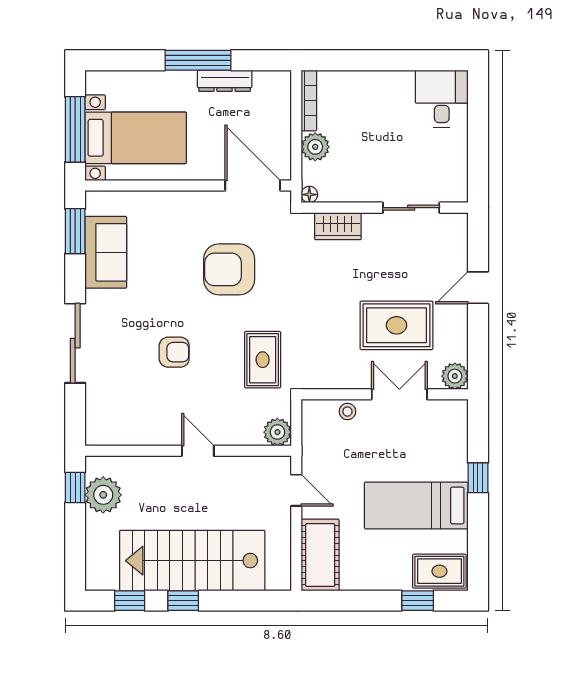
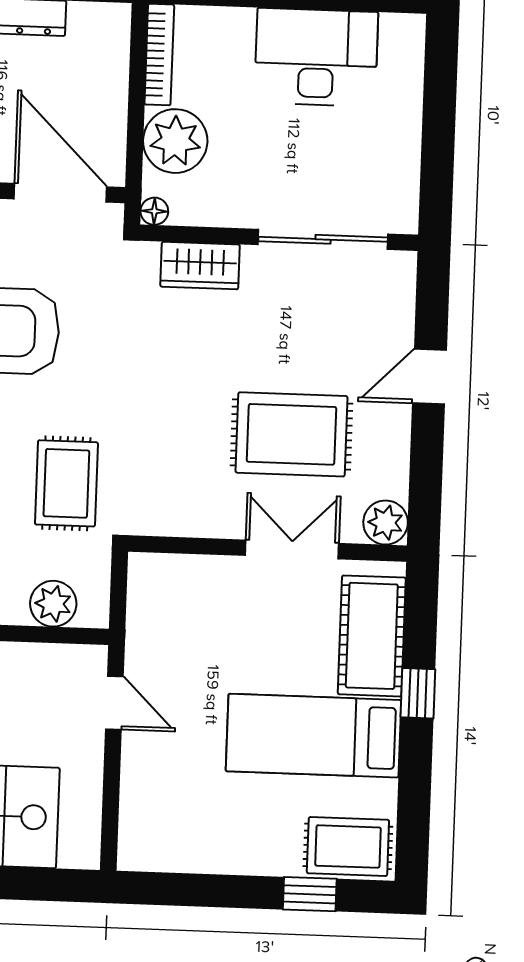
desk: (442, 99) -> (316, 57), moved, width x1.37
plant: (315, 147) -> (175, 141), width x1.36, depth x1.36
sliding door: (411, 208) -> (323, 239), width x1.37
stool: (347, 411) -> (204, 575), removed
plant: (277, 432) -> (53, 604), moved
cot: (320, 555) -> (372, 636), moved

